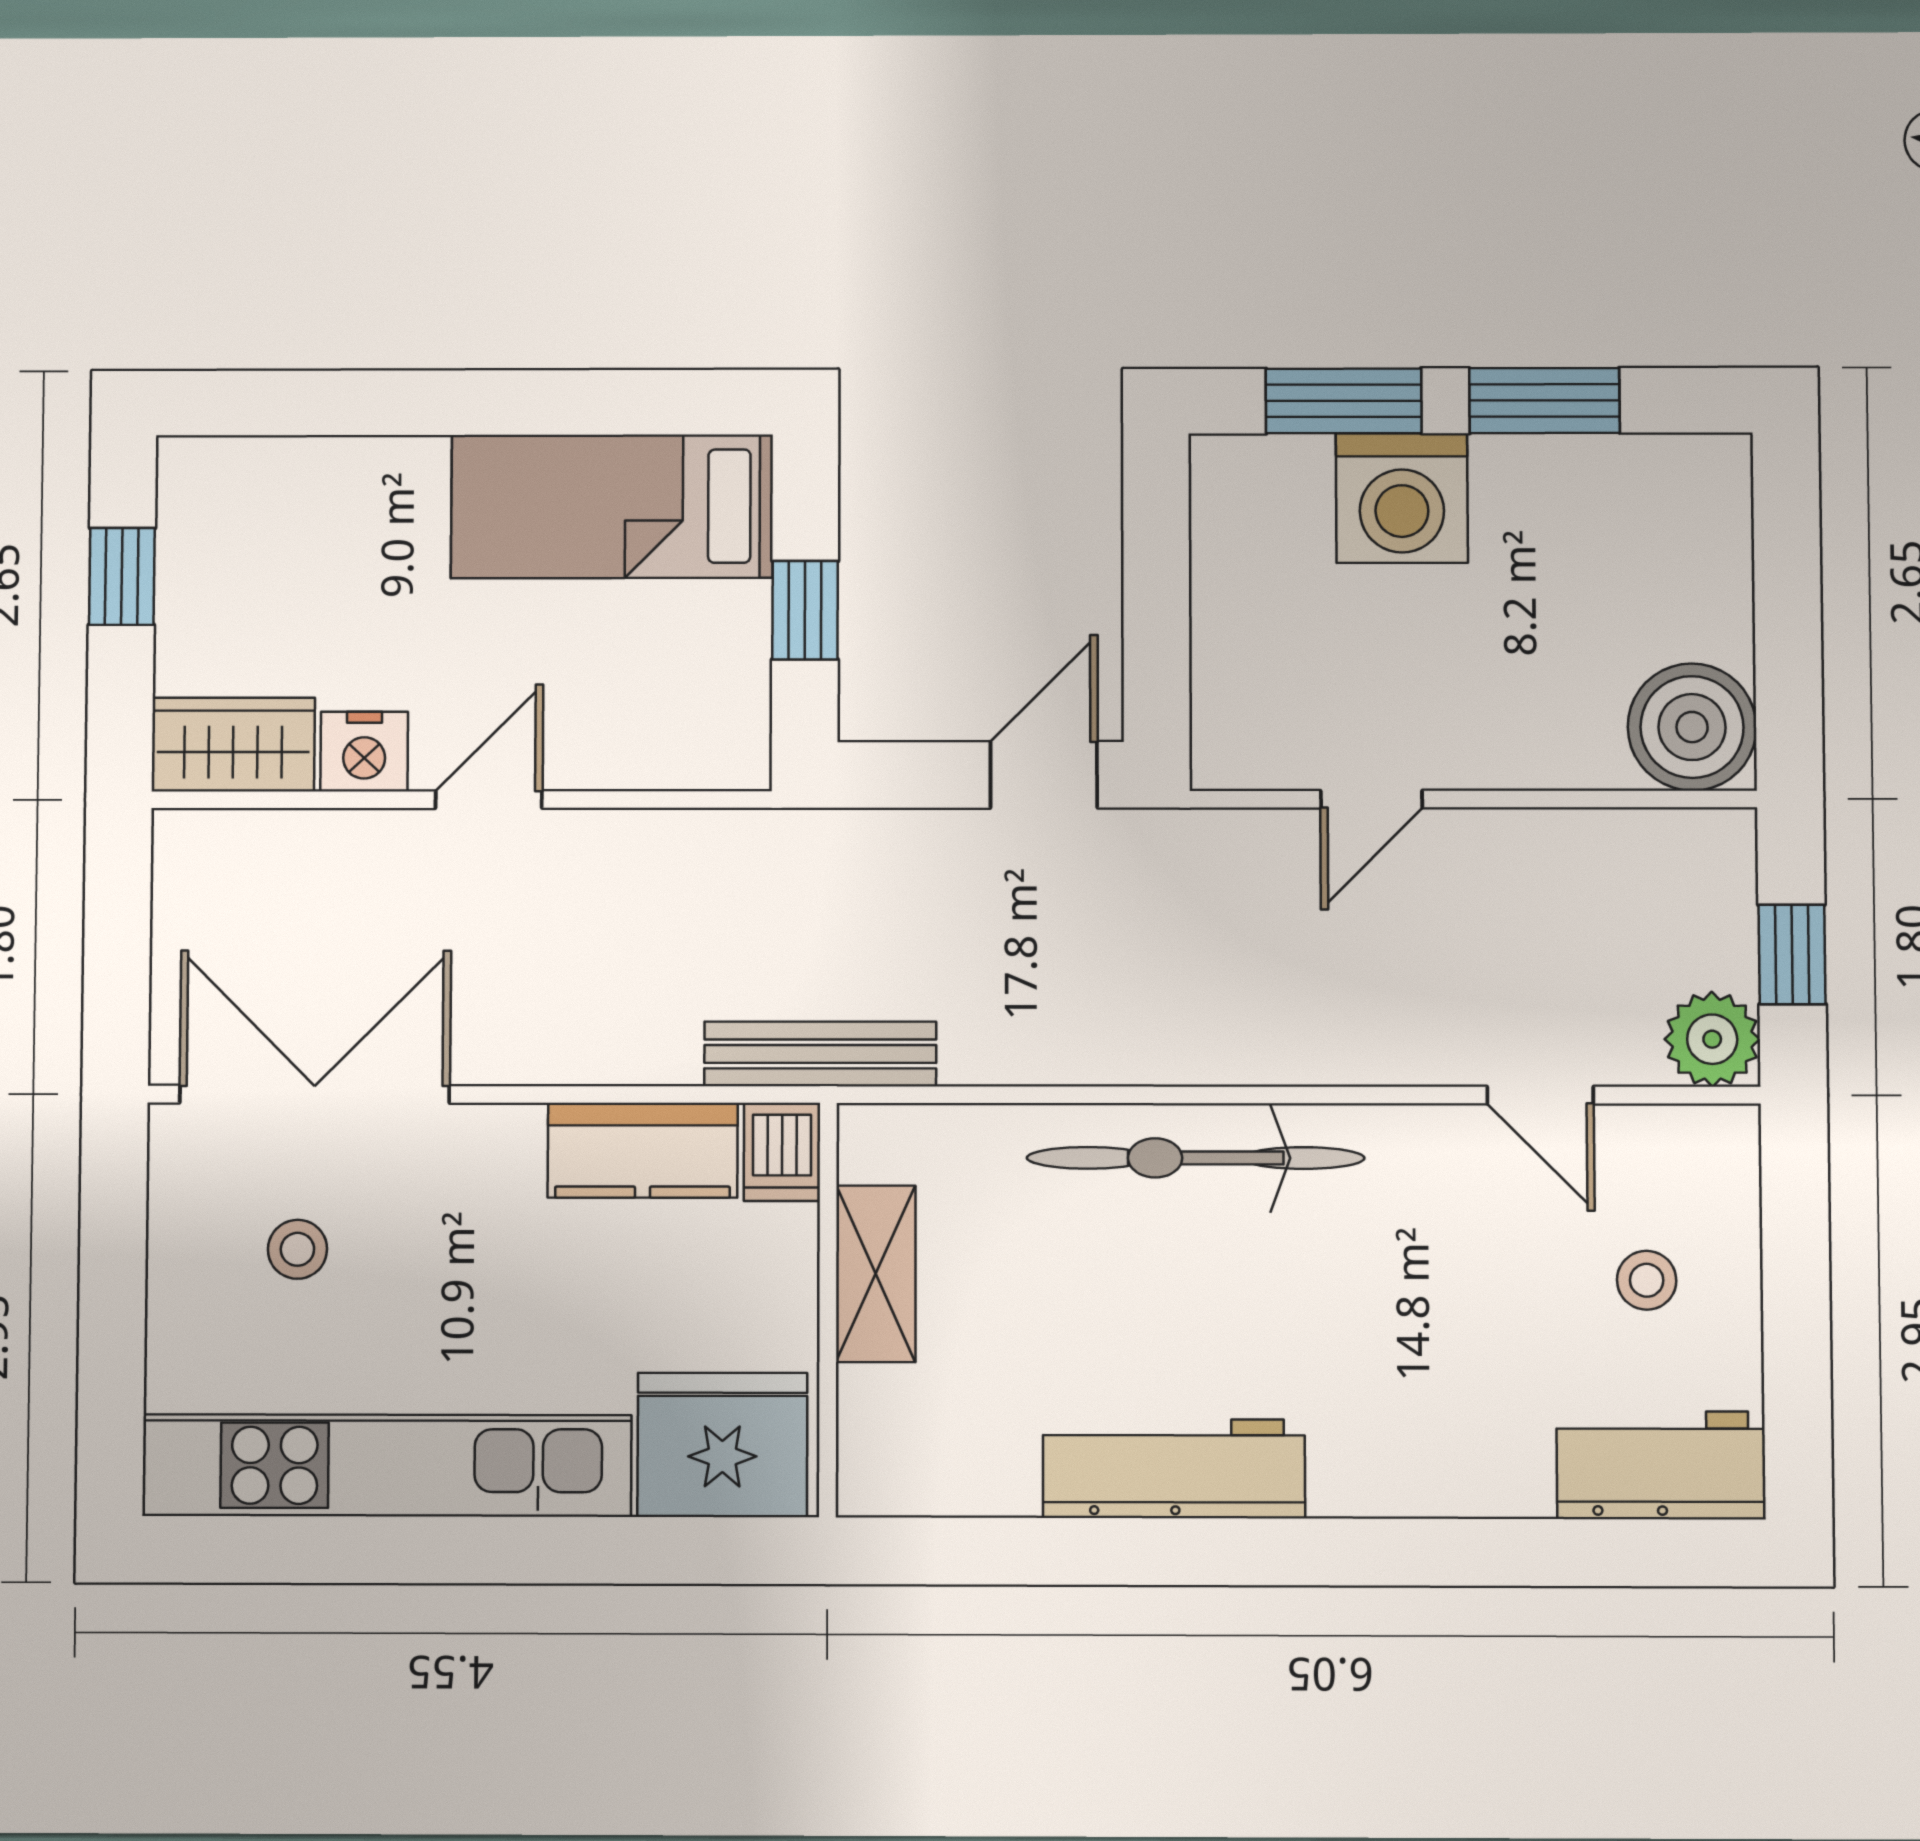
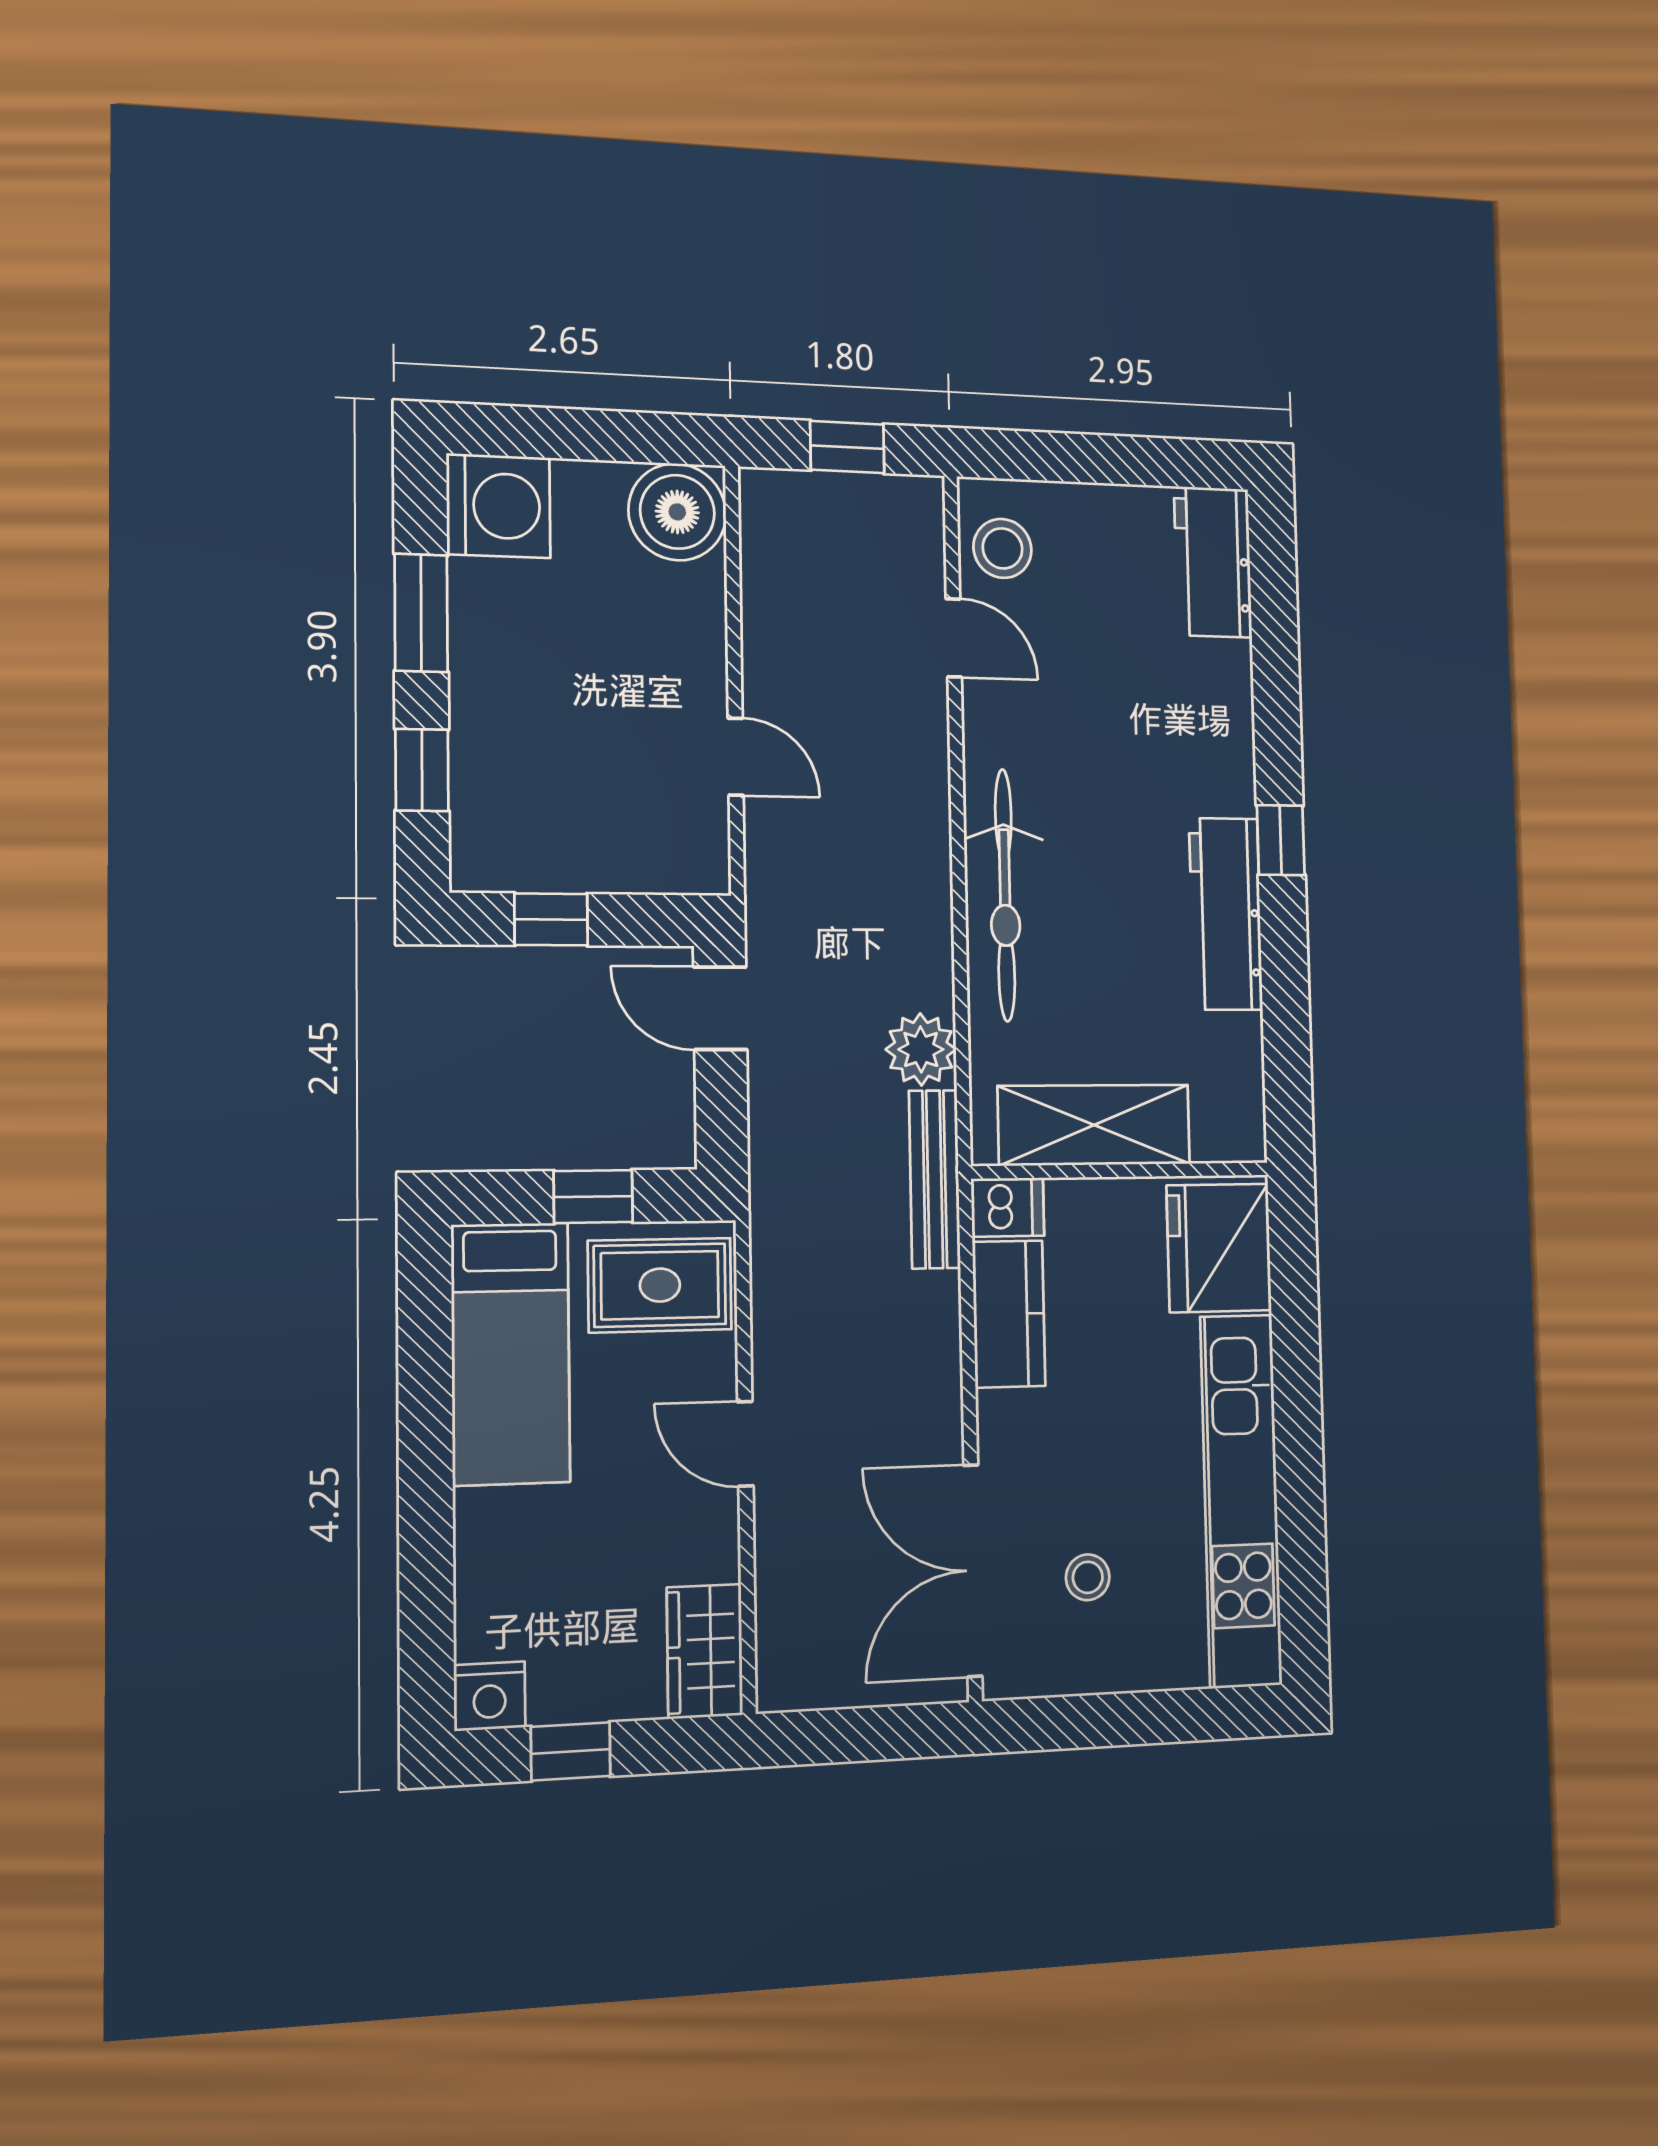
window: (1344, 401) -> (422, 770), width x0.67
washing machine: (1402, 498) -> (498, 506), moved
window: (1156, 560) -> (551, 919), added
rug: (692, 693) -> (660, 1285), added
nightstand: (364, 752) -> (490, 1696), moved, turned 90
plant: (1712, 1039) -> (921, 1049), moved
door: (1540, 1095) -> (954, 638), hinge flipped
shelving: (876, 1274) -> (1094, 1125), width x1.50, depth x1.33
stool: (1647, 1280) -> (1002, 548), moved, width x1.37, depth x1.37
window: (1277, 1552) -> (1281, 840), added

